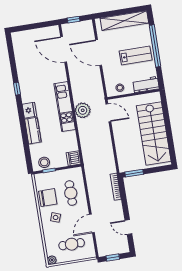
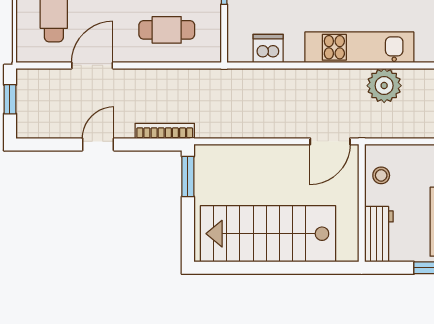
plant: (83, 110) -> (384, 86), moved
dishwasher: (74, 158) -> (268, 48), moved
door: (92, 223) -> (92, 65), hinge flipped
door: (128, 227) -> (98, 144), moved

